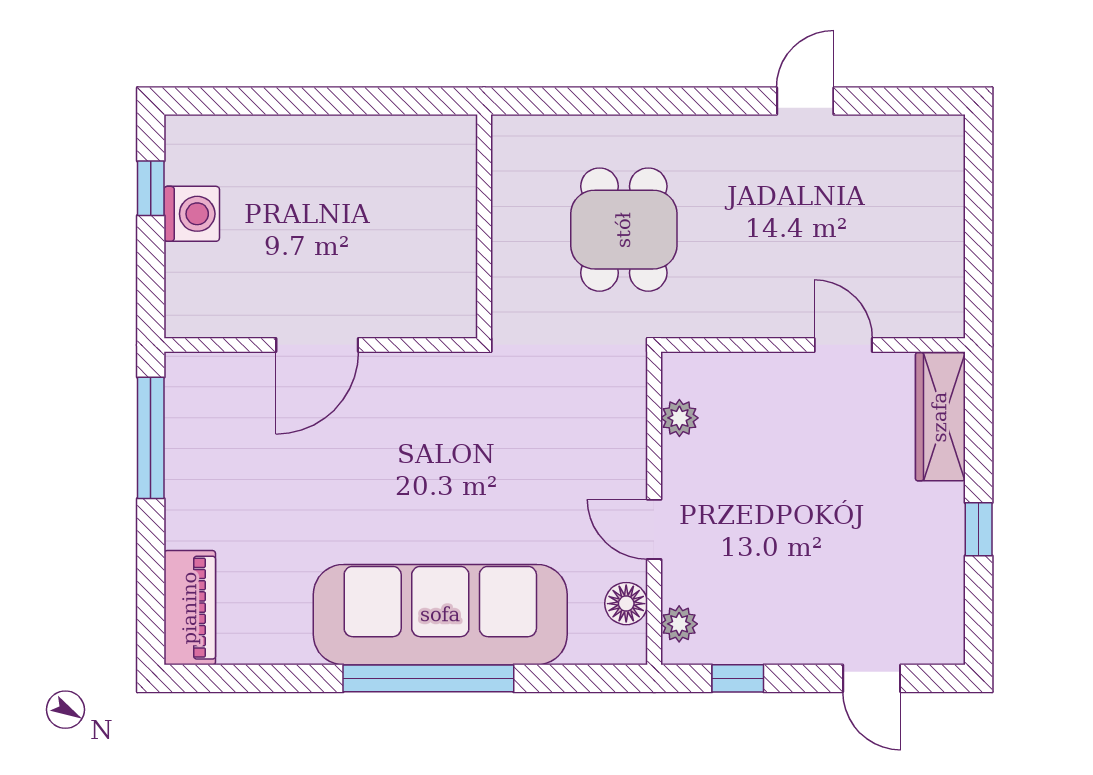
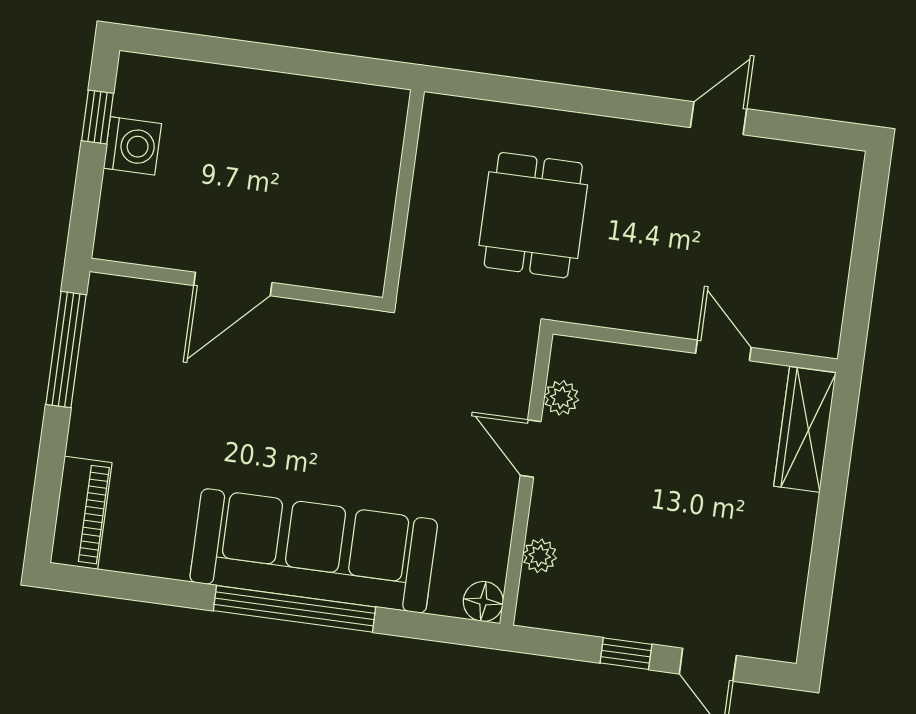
door: (654, 529) -> (531, 448), moved
window: (979, 529) -> (826, 539), removed
floor lamp: (626, 604) -> (483, 601), moved
plant: (679, 624) -> (540, 556), moved
window: (738, 678) -> (626, 654), moved

